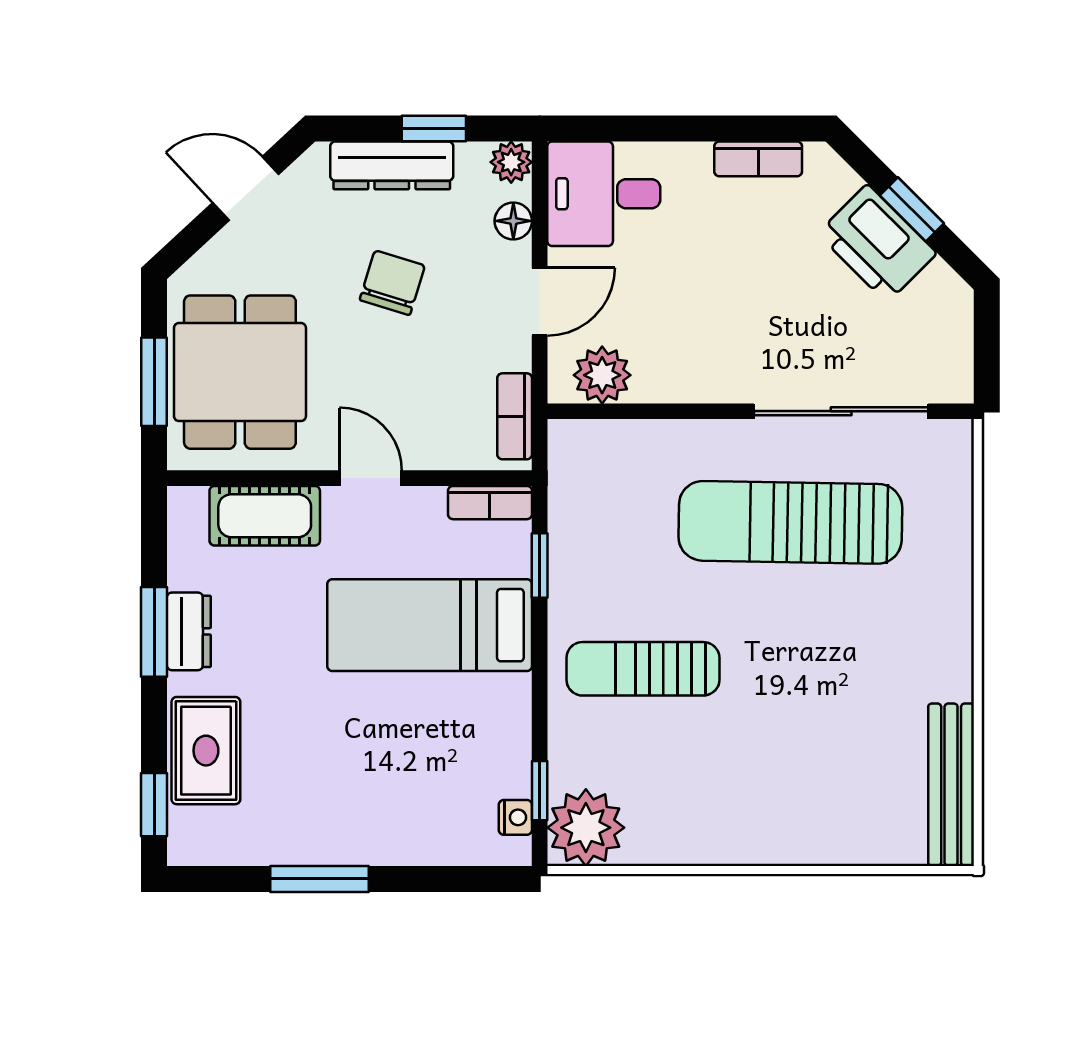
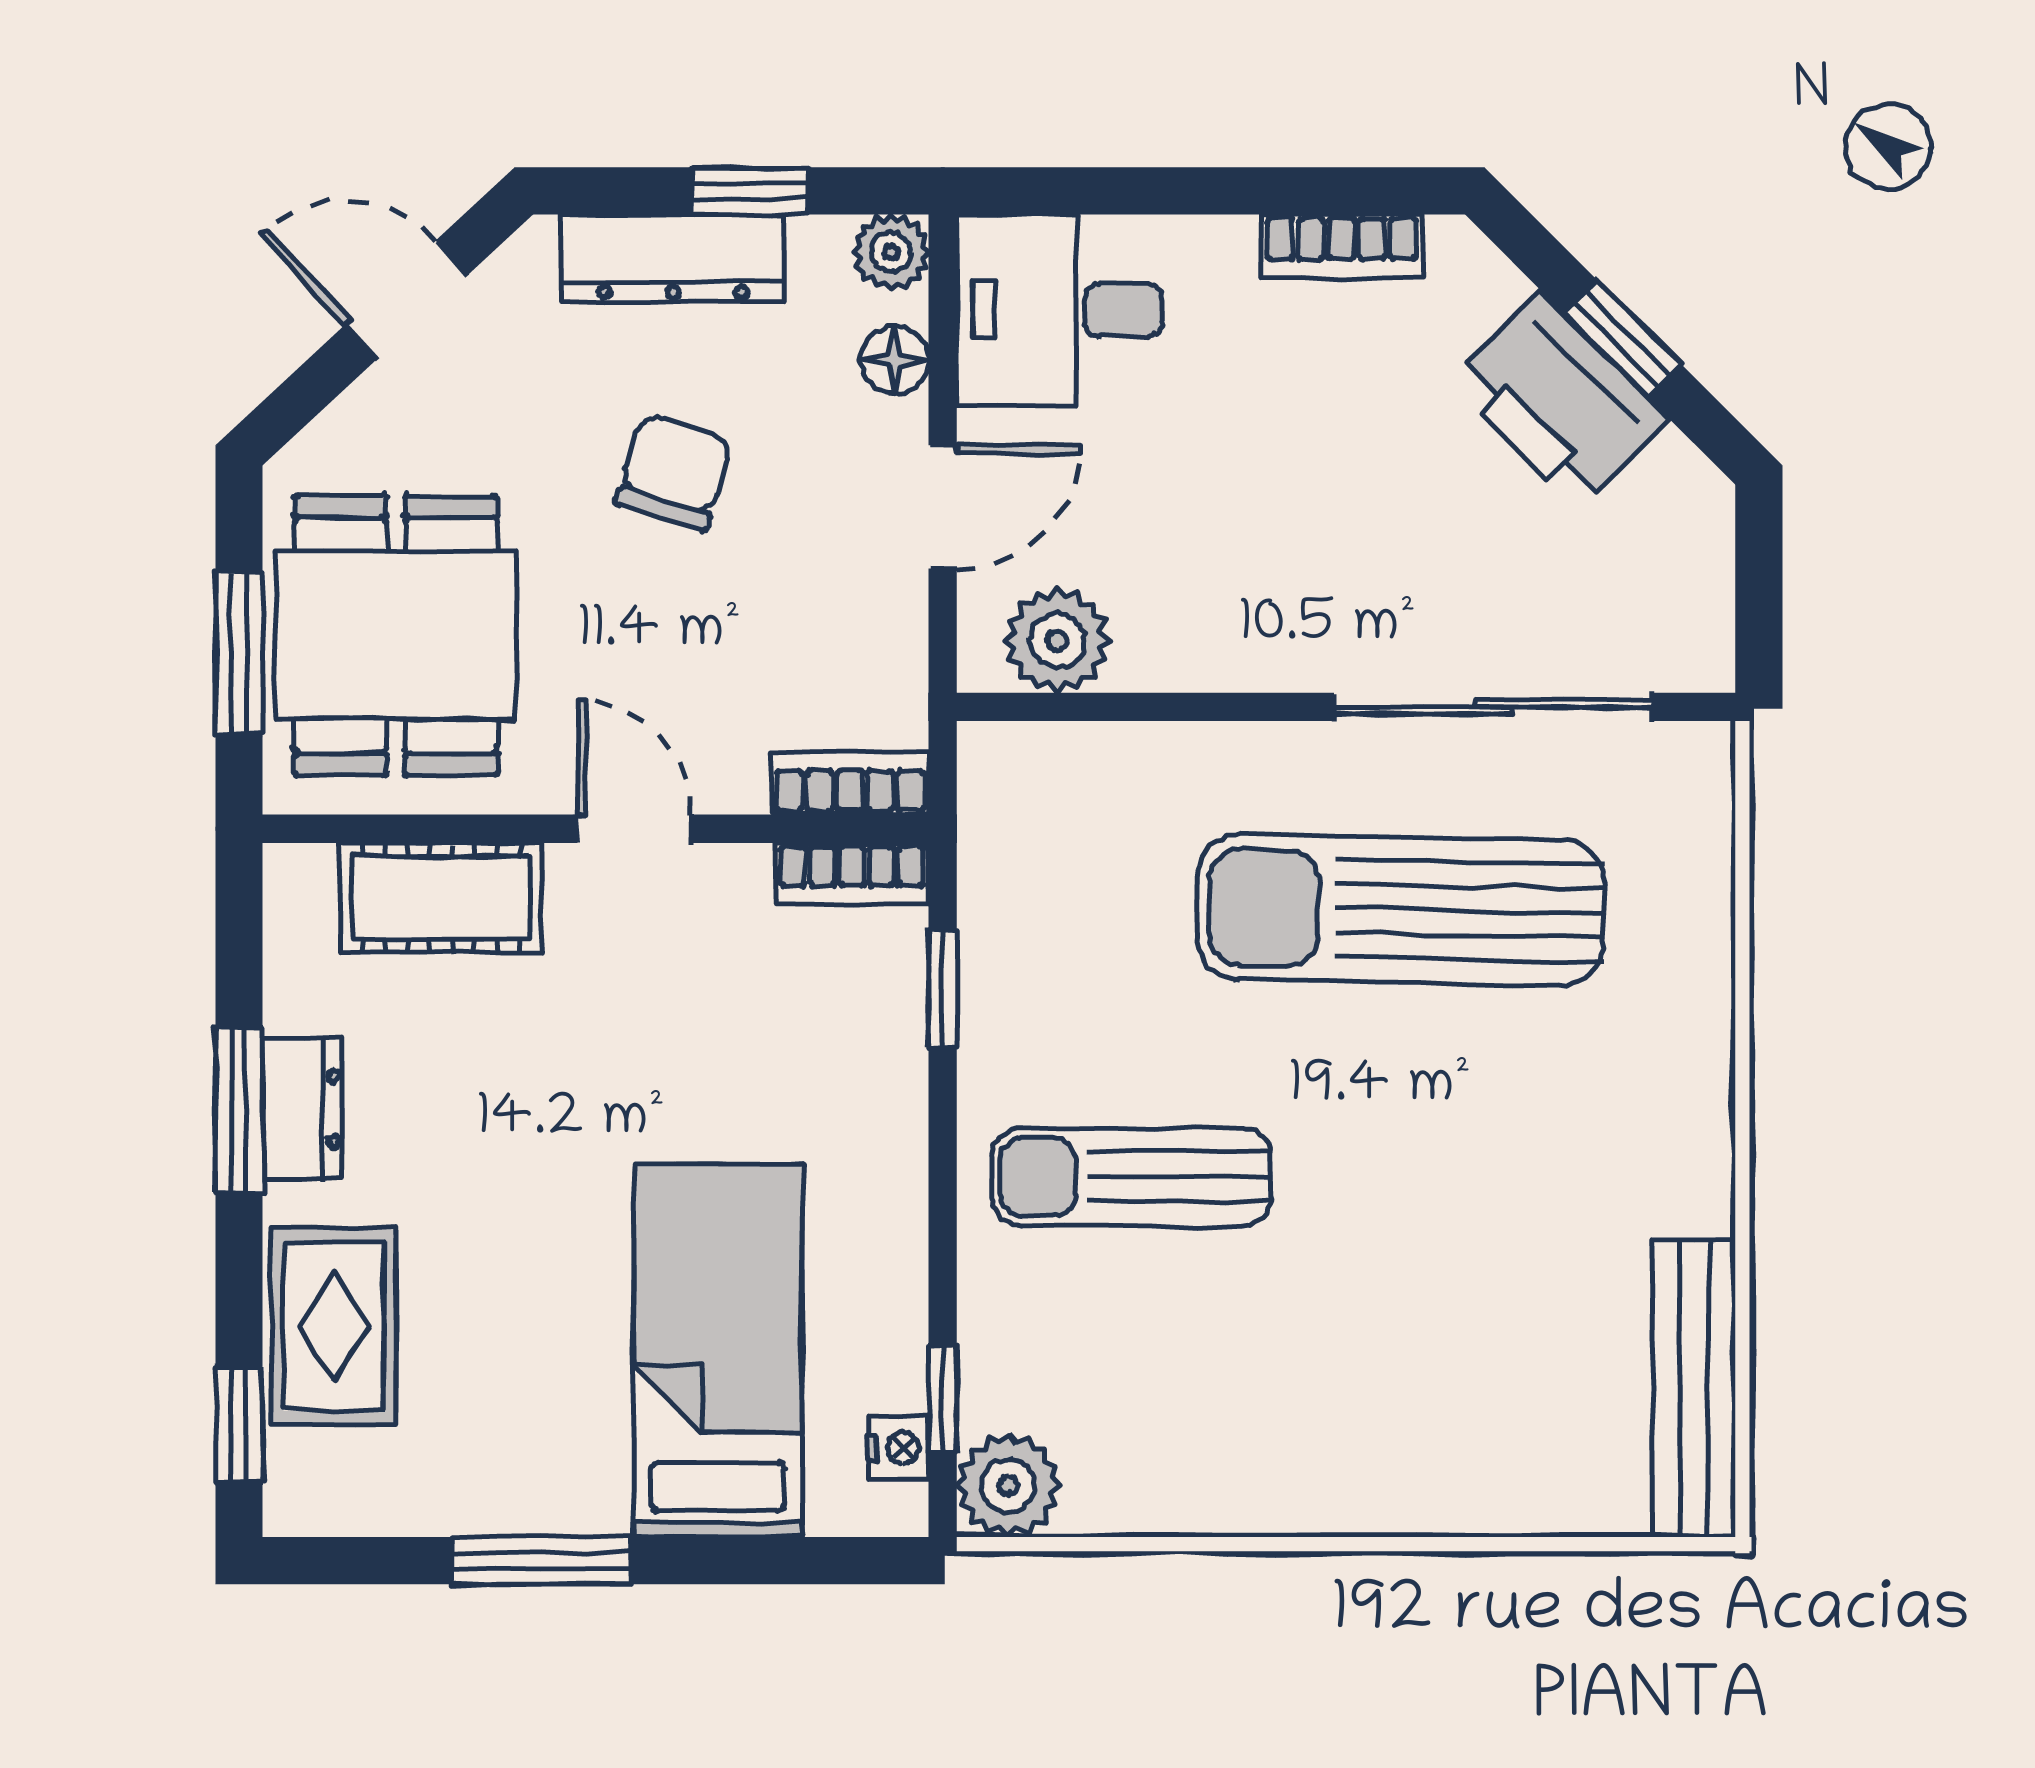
bookcase: (515, 416) -> (850, 783), moved, turned 90
bed: (430, 625) -> (718, 1351), moved, turned 90
plant: (586, 828) -> (1008, 1486), width x0.73, depth x0.73

